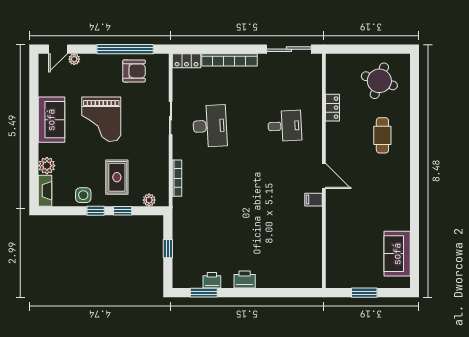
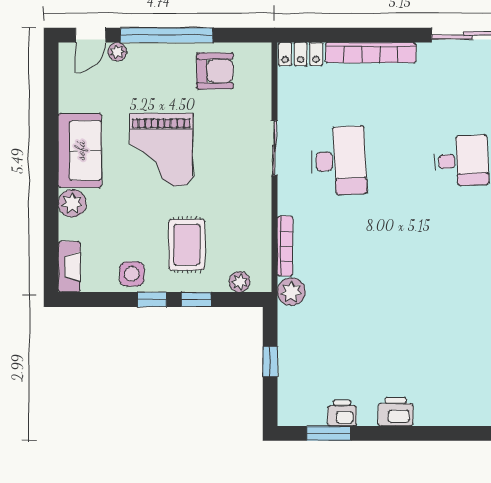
window: (125, 49) -> (167, 35), moved
plant: (47, 166) -> (72, 203), moved
plant: (181, 206) -> (291, 292), added

